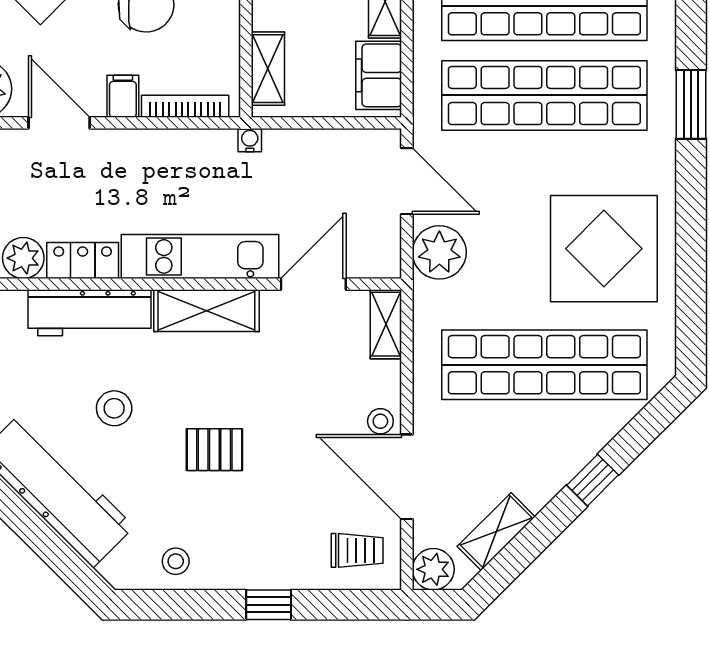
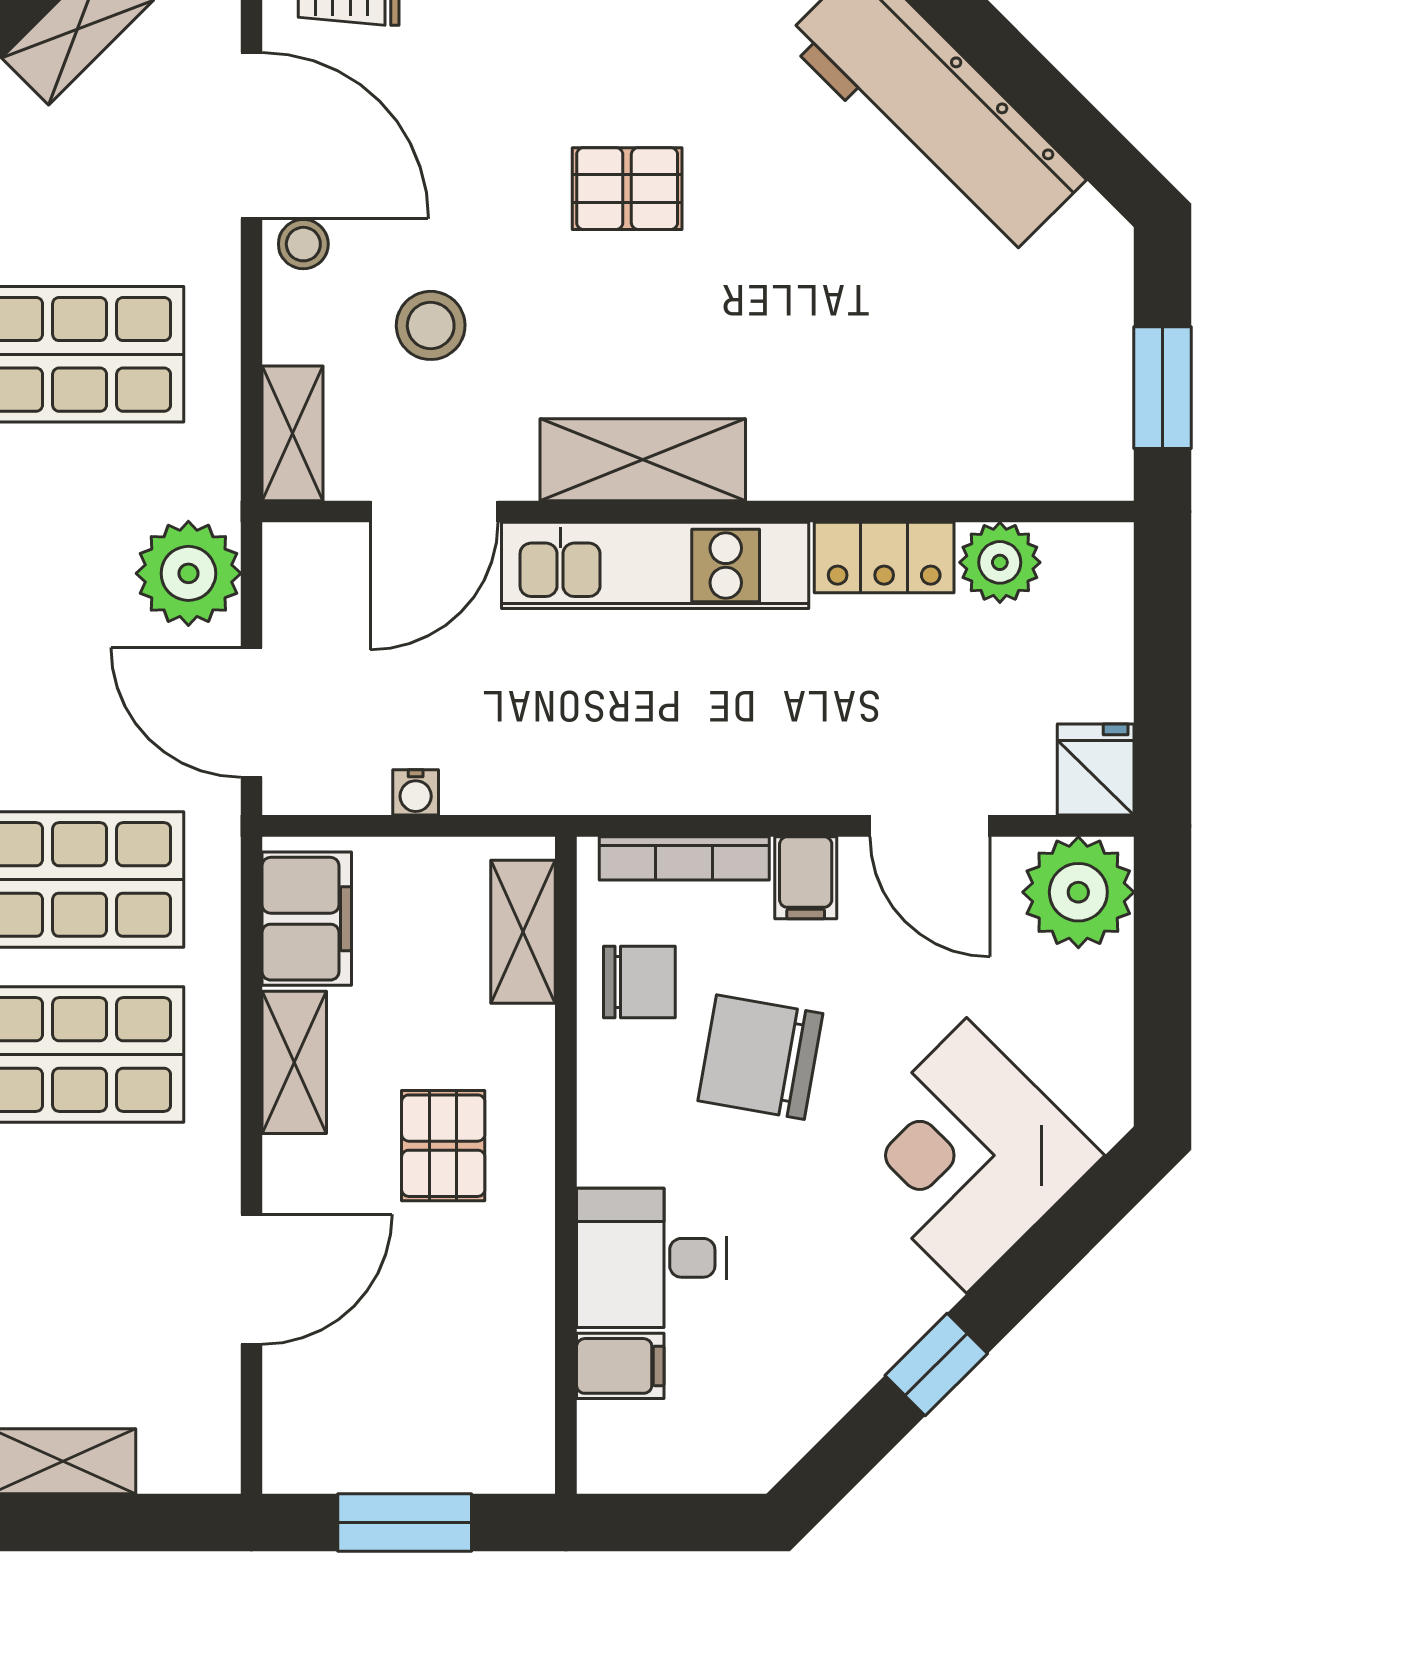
chair: (208, 43) -> (639, 982), added
water cooler: (250, 140) -> (416, 792), moved
workbench: (89, 313) -> (871, 456), removed
stool: (114, 408) -> (431, 325), moved

